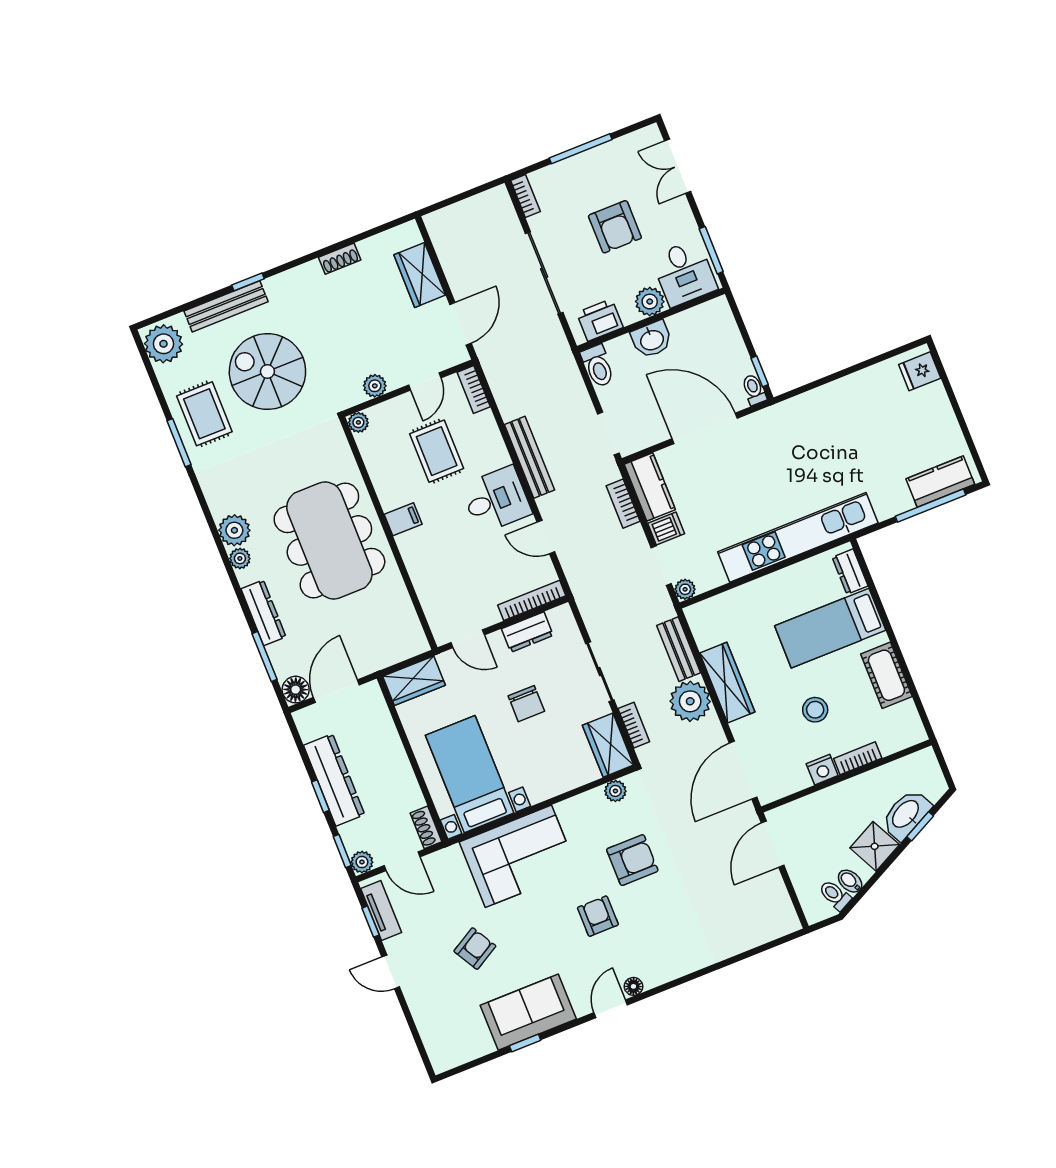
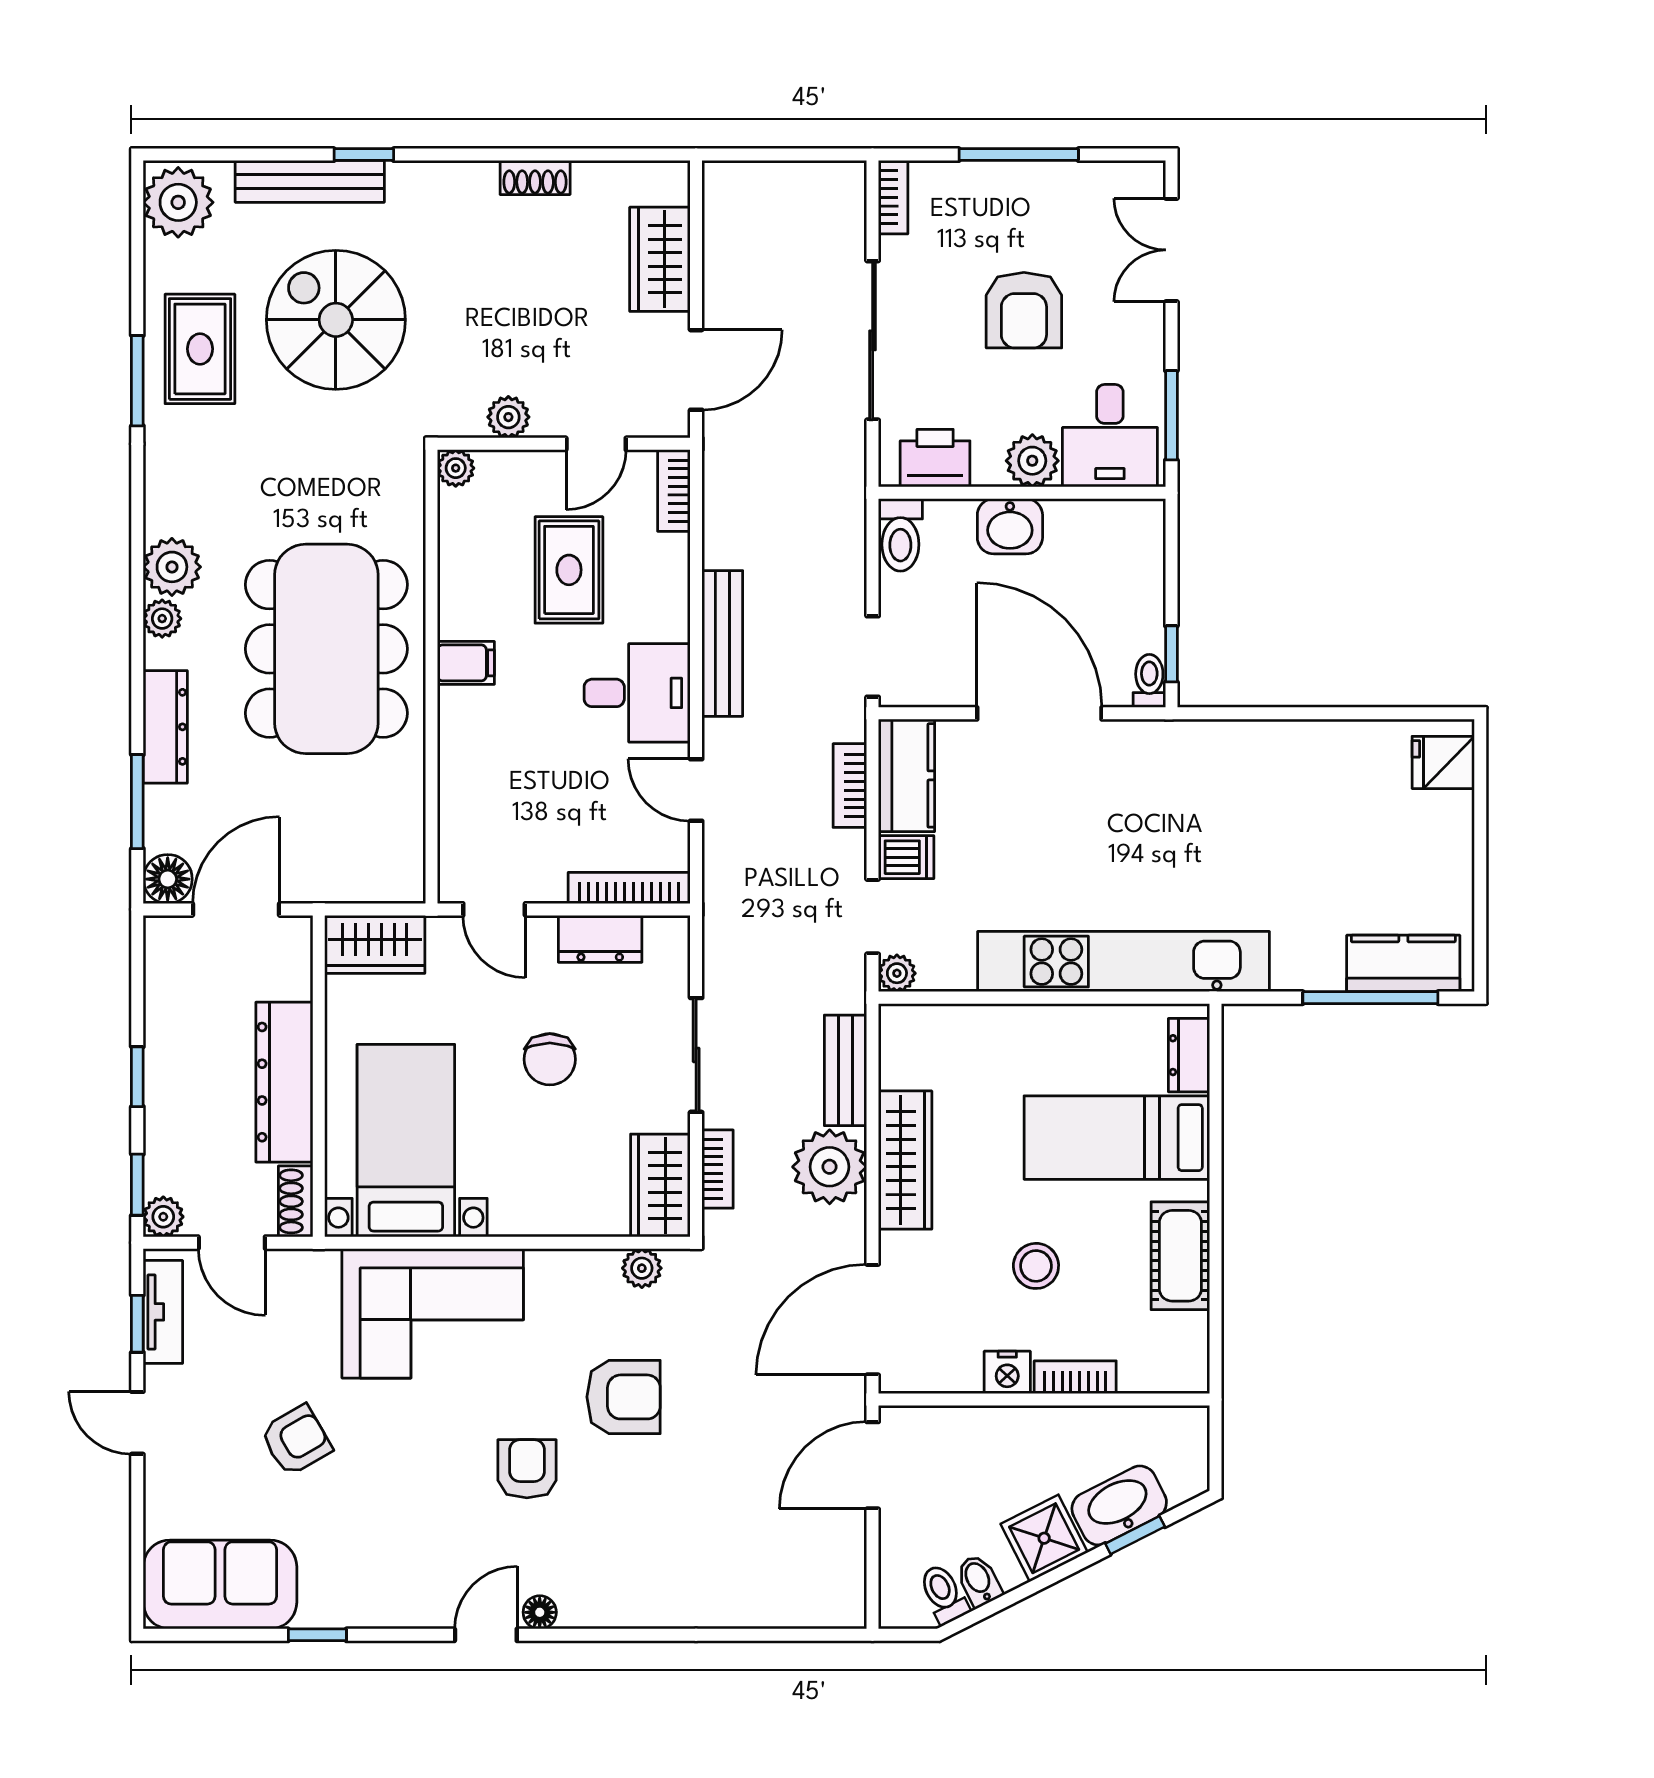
dresser: (334, 780) -> (284, 1082), moved, turned 180
sofa: (528, 1012) -> (220, 1584), moved

